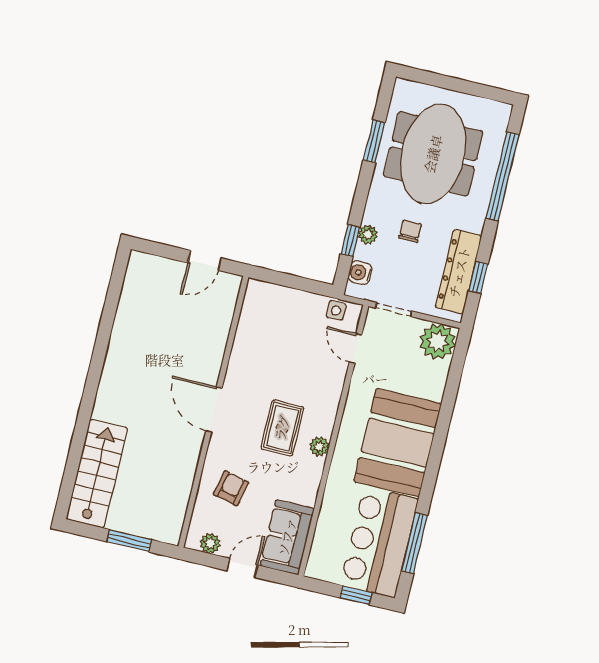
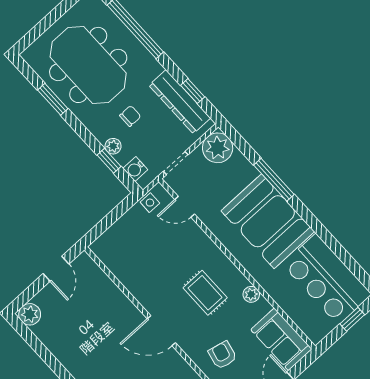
chair: (410, 231) -> (130, 116), turned 90
plant: (140, 265) -> (30, 314), added
plant: (319, 446) -> (251, 294), moved
window: (414, 543) -> (274, 180), moved

